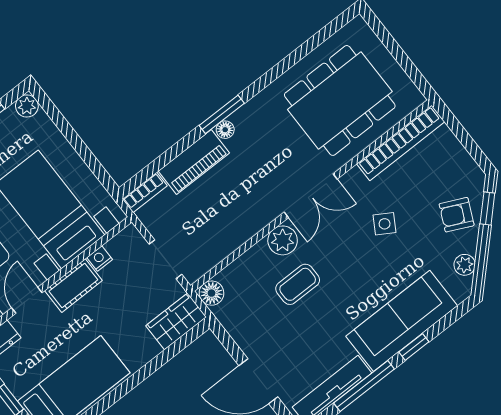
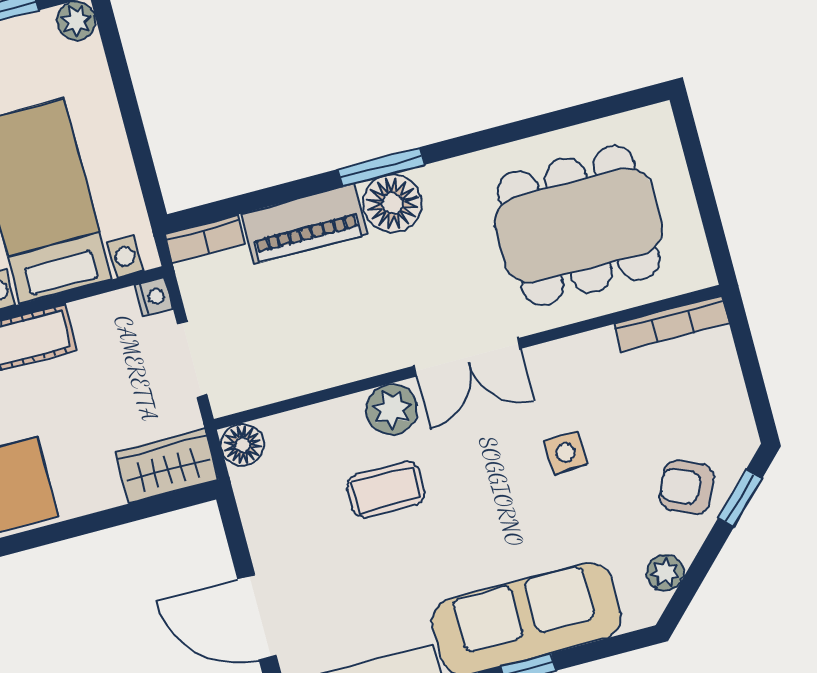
floor lamp: (225, 130) -> (393, 203), width x1.89, depth x1.89
bookcase: (401, 143) -> (671, 324), width x0.68, depth x0.76
side table: (385, 224) -> (566, 453), turned -34
nightstand: (100, 259) -> (154, 297), moved, turned 90

